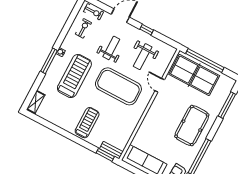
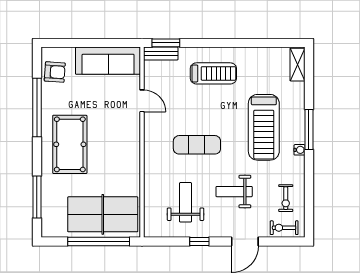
weight bench: (111, 48) -> (234, 192), turned 90
door: (160, 85) -> (142, 101), moved
exercise mat: (118, 86) -> (197, 145), width x0.50, depth x0.69
treadmill: (87, 123) -> (213, 73), turned -90

